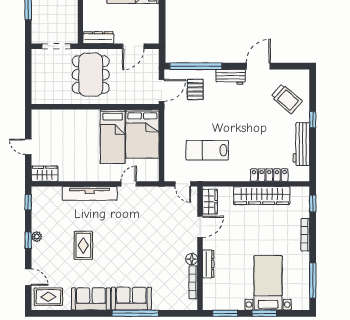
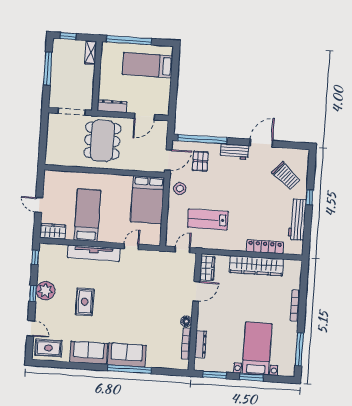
stool: (176, 120) -> (180, 189), added
bed: (113, 136) -> (87, 215), moved, turned 180
door: (183, 184) -> (183, 250), swing flipped
window: (313, 203) -> (304, 276), removed
plant: (37, 237) -> (45, 291), width x1.88, depth x1.88
dresser: (208, 264) -> (200, 344), moved

